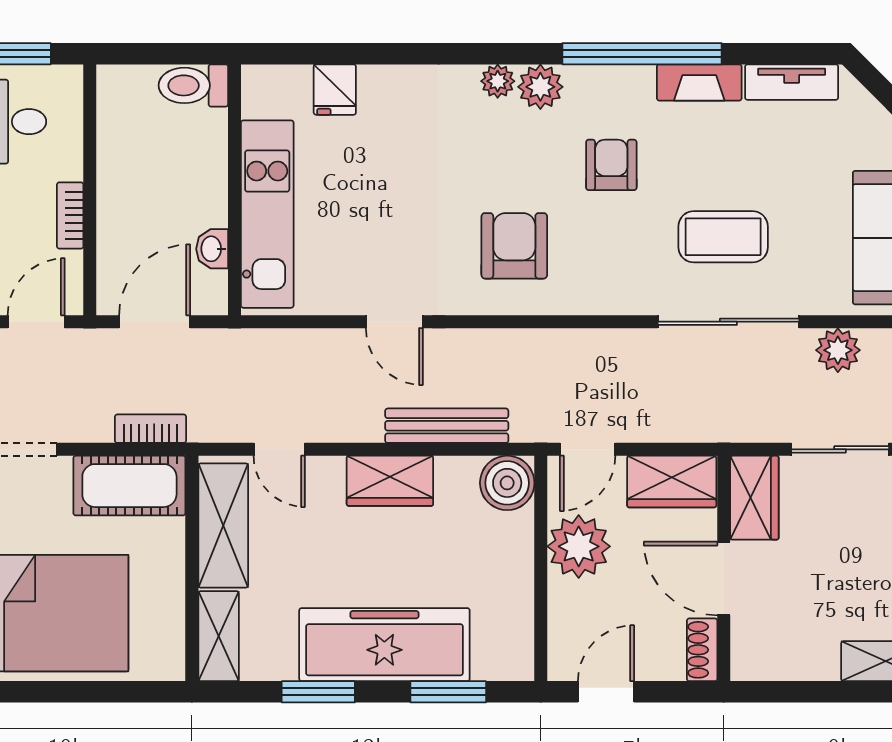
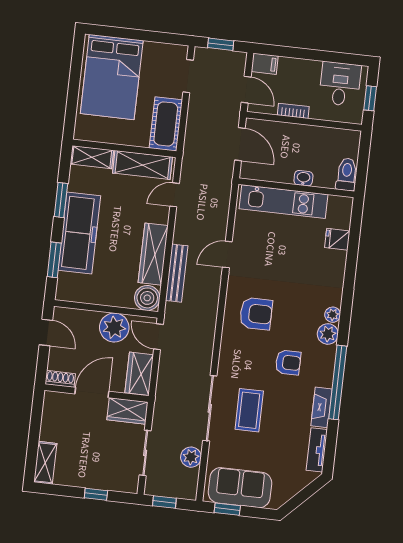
washbasin: (212, 249) -> (303, 178), moved
bookcase: (150, 429) -> (191, 137), removed
wardrobe: (390, 481) -> (153, 254), width x1.50

